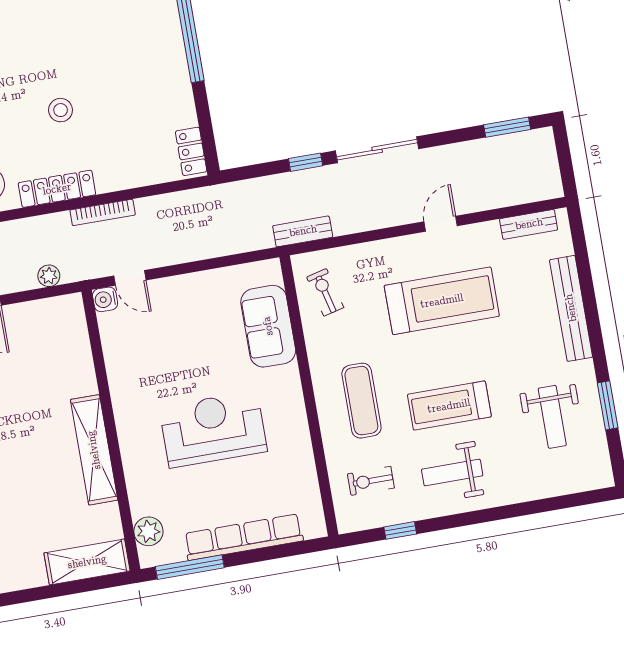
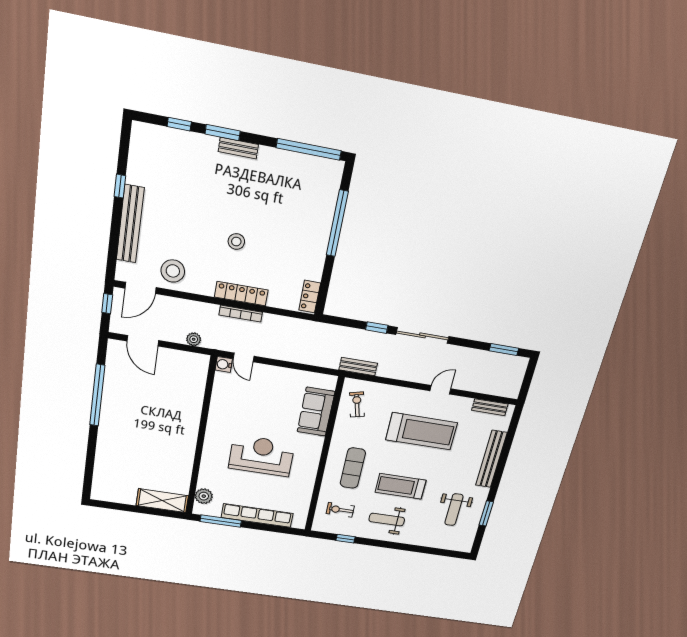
locker: (57, 189) -> (241, 294), moved
shelving: (94, 450) -> (187, 444), removed

